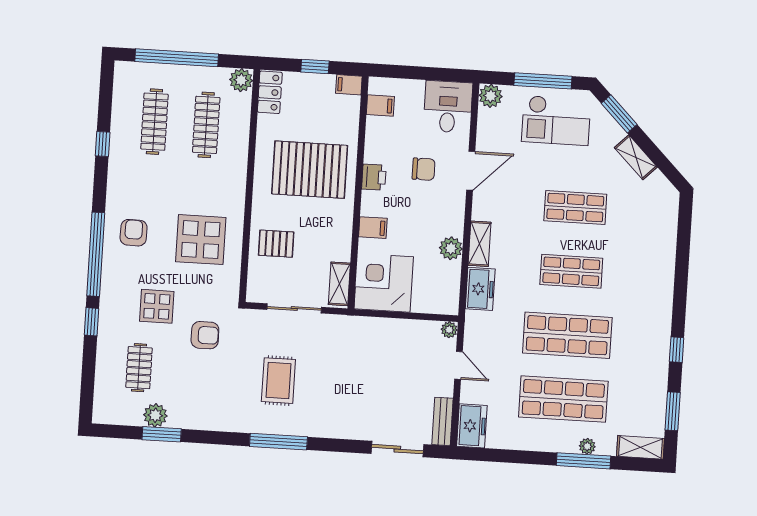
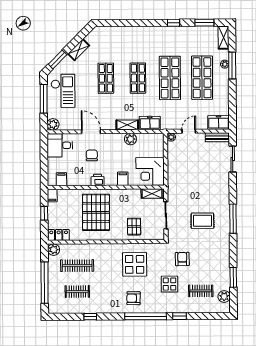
clothes rail: (154, 122) -> (77, 292), width x0.73
plant: (155, 415) -> (224, 297), moved

